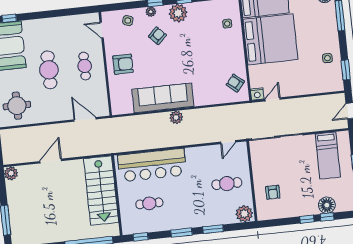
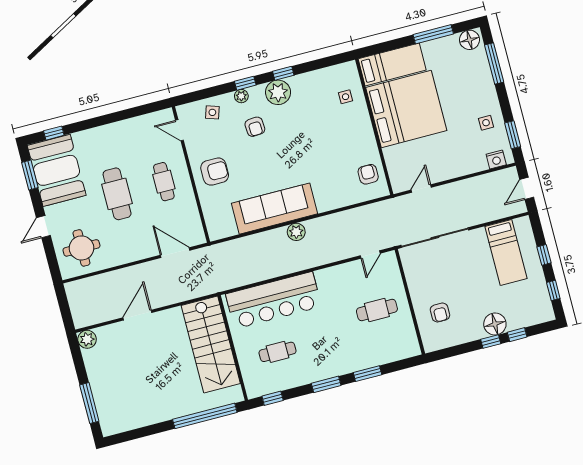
armchair: (157, 36) -> (255, 127), turned 130
armchair: (235, 83) -> (368, 174), turned 50
nightstand: (257, 94) -> (496, 159), moved
floor lamp: (327, 205) -> (495, 324), moved
plant: (244, 214) -> (406, 347), removed

